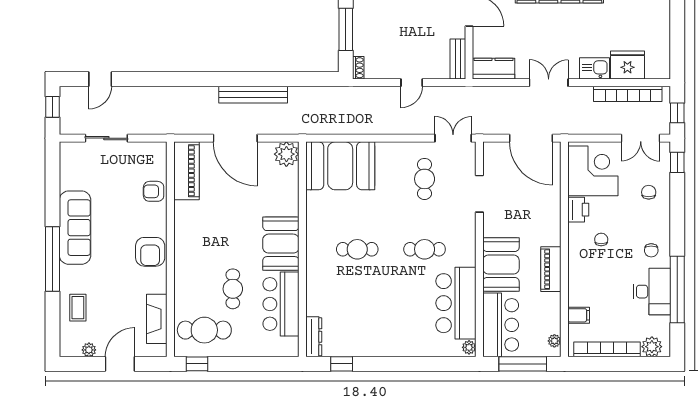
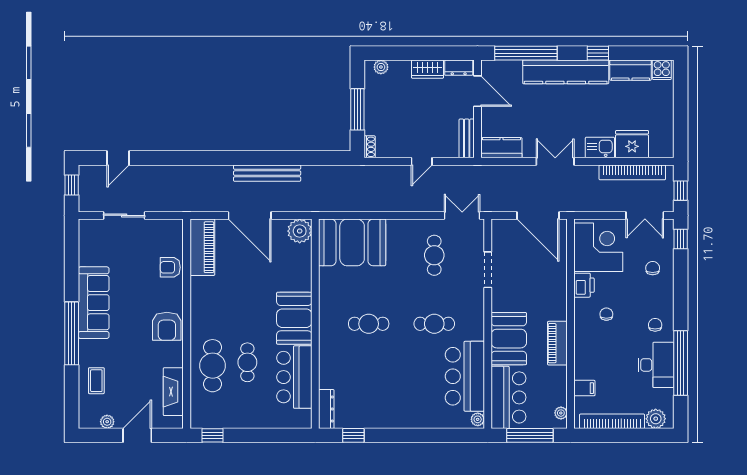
chair: (651, 250) -> (655, 325), turned 180
cafe table: (204, 330) -> (213, 366), moved, turned 90

